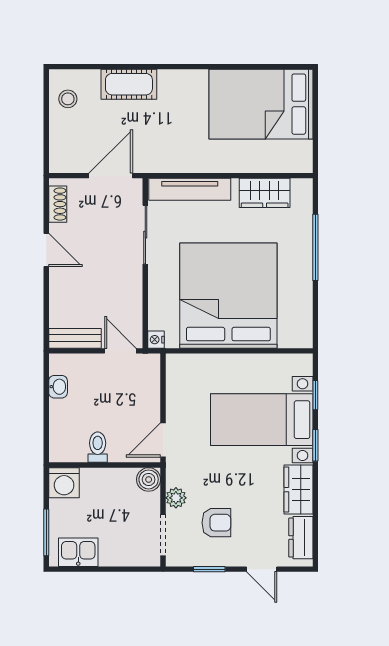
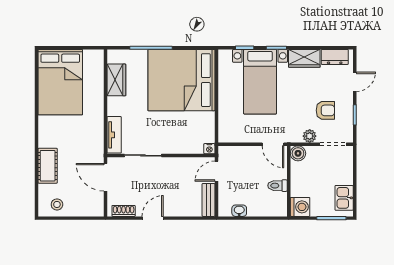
tv unit: (190, 189) -> (114, 135), width x0.71
bed: (228, 296) -> (181, 80), moved
armchair: (216, 523) -> (325, 110), turned 90

